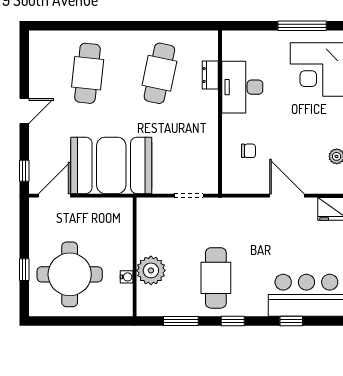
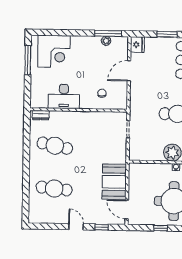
dresser: (210, 75) -> (41, 115), moved
booth: (111, 165) -> (114, 182), width x0.73, depth x0.70
window: (24, 171) -> (102, 227), moved
window: (24, 270) -> (161, 228), moved

